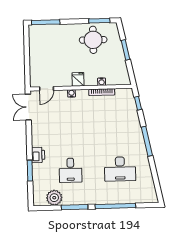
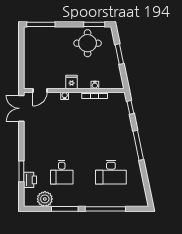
printer: (38, 155) -> (30, 180), moved

